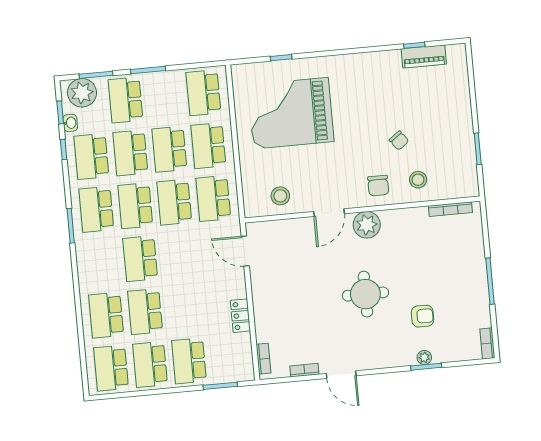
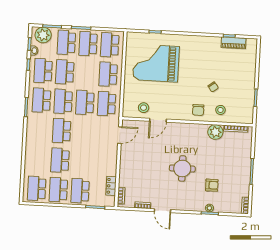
school desk: (169, 149) -> (88, 44), moved
door: (329, 213) -> (158, 120), moved
plant: (367, 225) -> (215, 132), moved
door: (245, 251) -> (120, 135), swing flipped
school desk: (106, 315) -> (38, 159), removed
locker: (240, 316) -> (111, 186), moved

